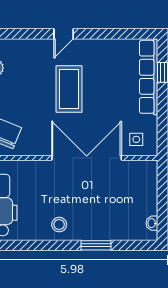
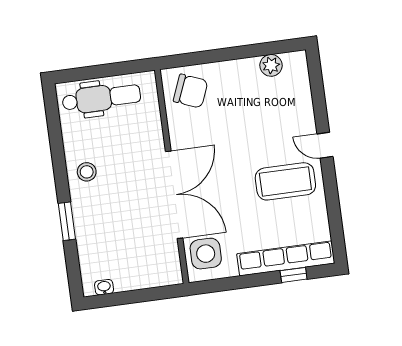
coffee table: (69, 89) -> (285, 181), moved
side table: (136, 139) -> (206, 254), width x1.87, depth x1.87

